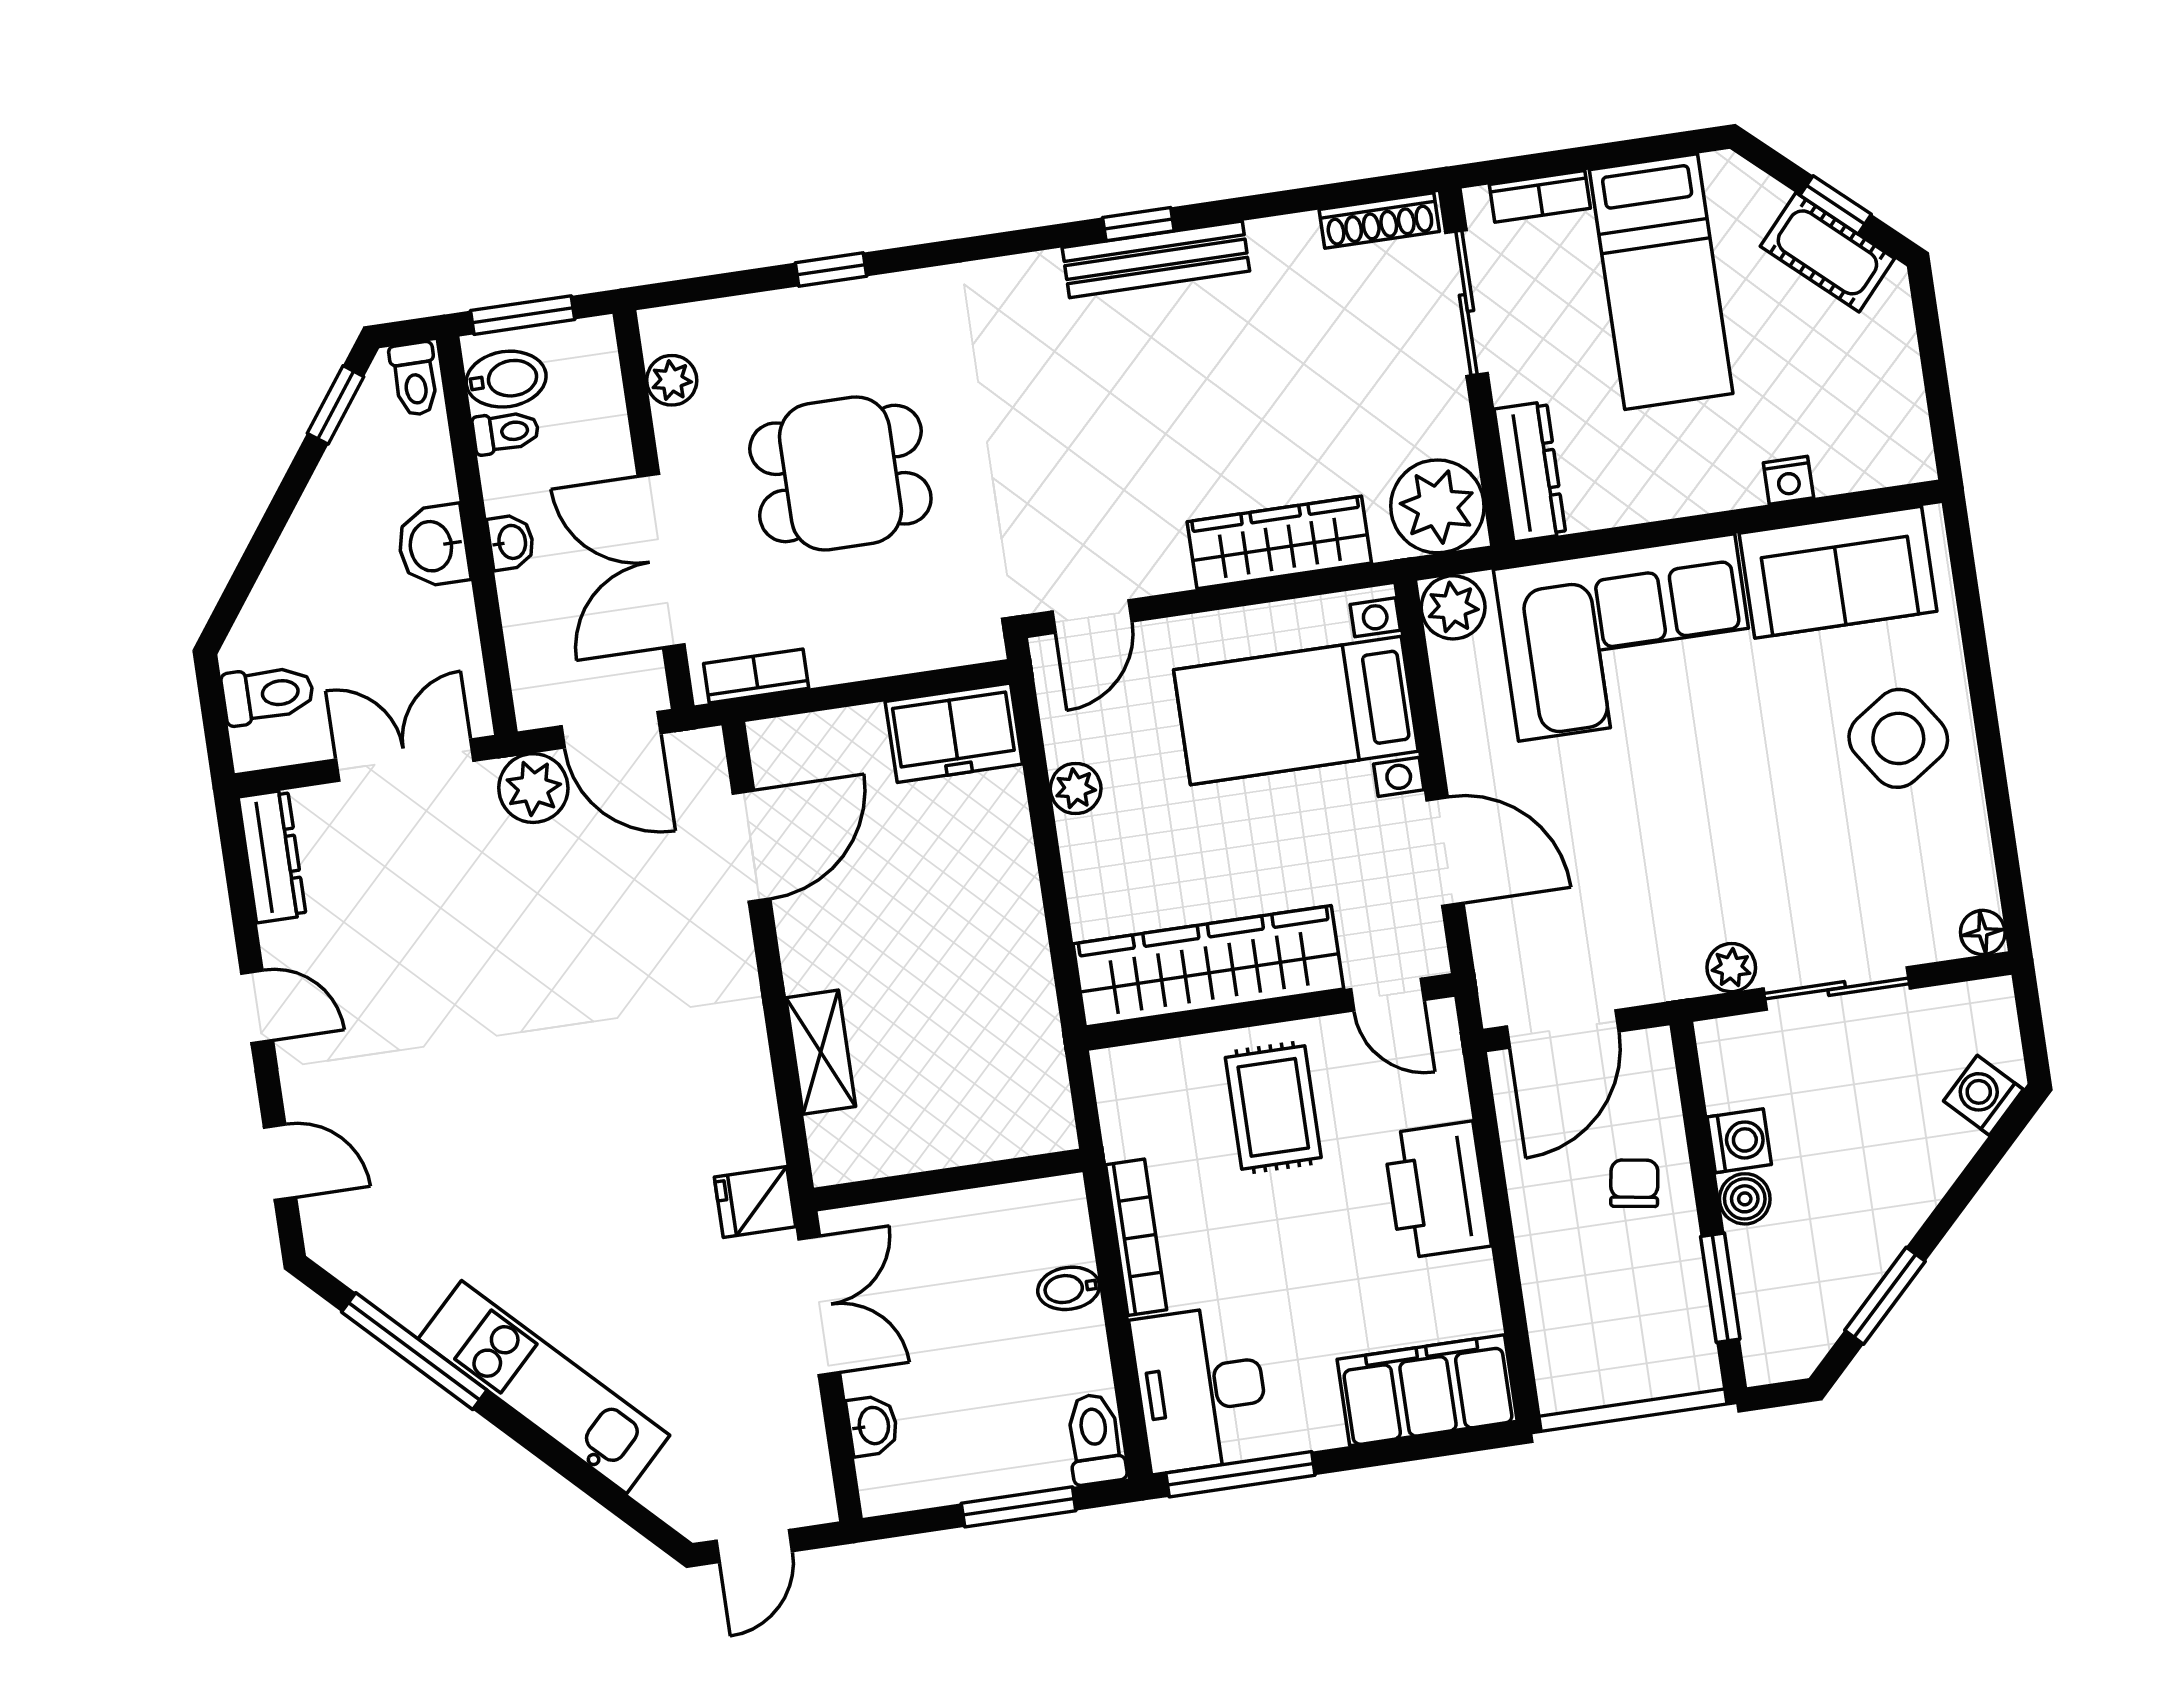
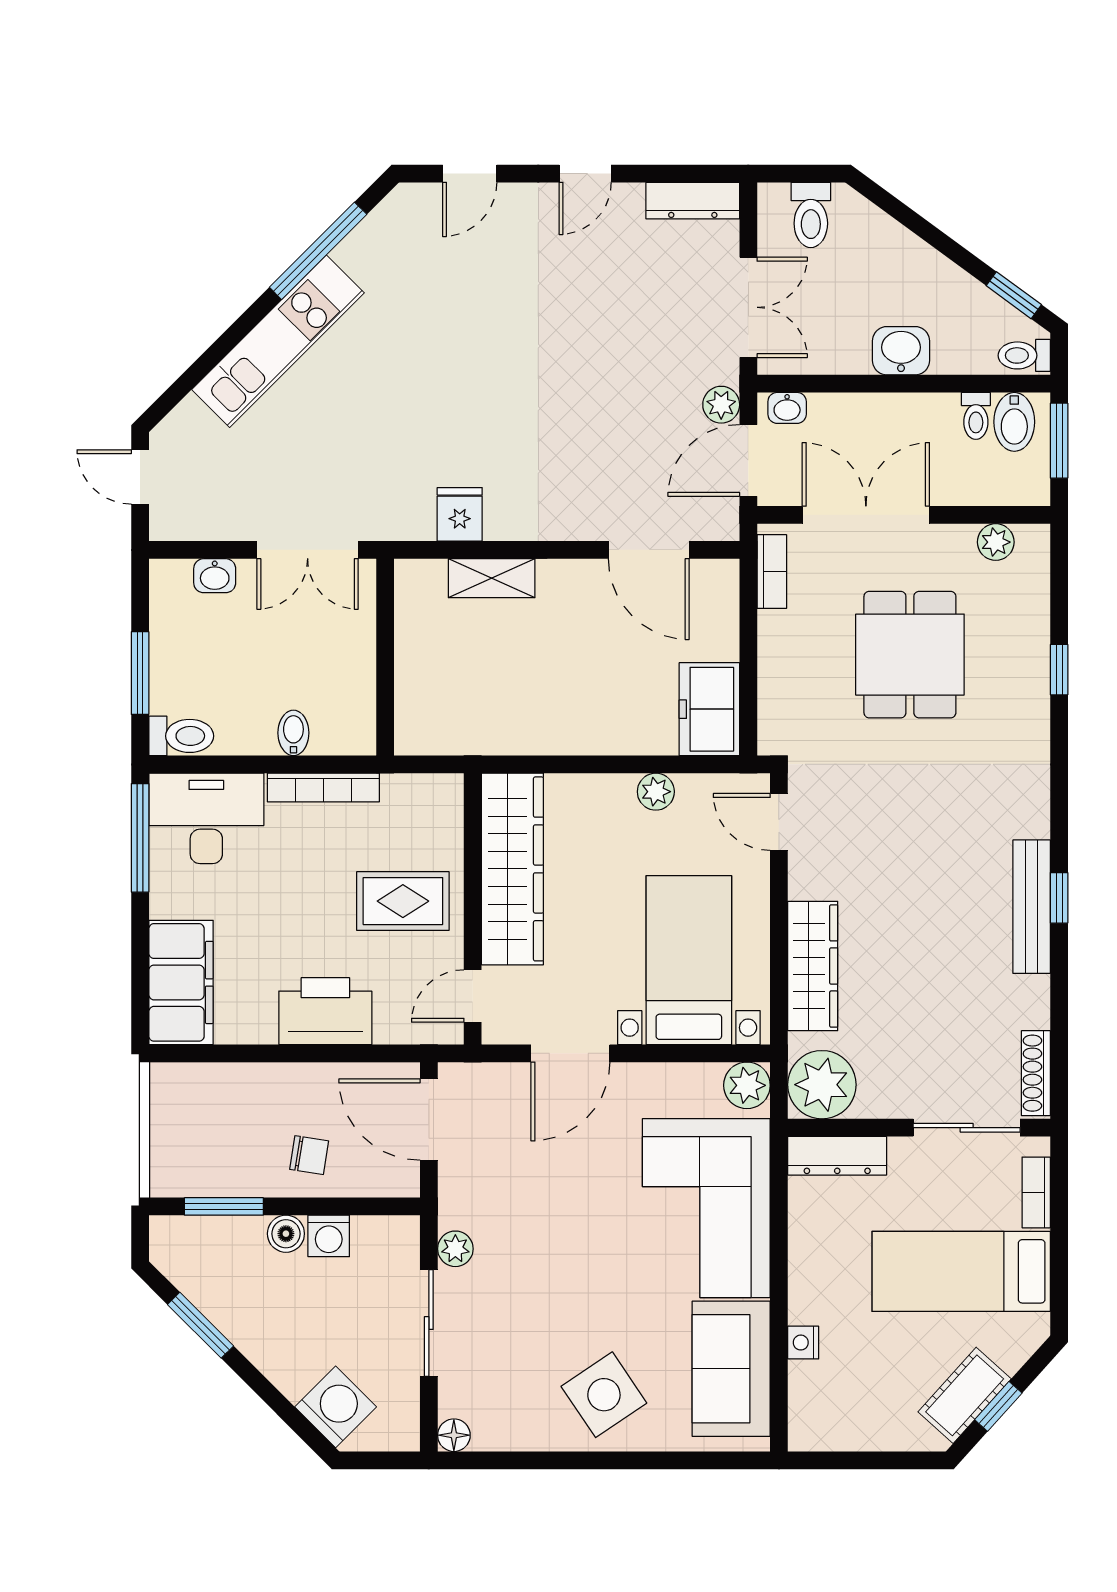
washbasin: (511, 542) -> (787, 408), moved
plant: (533, 788) -> (721, 405), width x0.73, depth x0.73
washing machine: (1983, 1095) -> (336, 1407), width x1.38, depth x1.38
fridge: (755, 1202) -> (460, 514), moved

